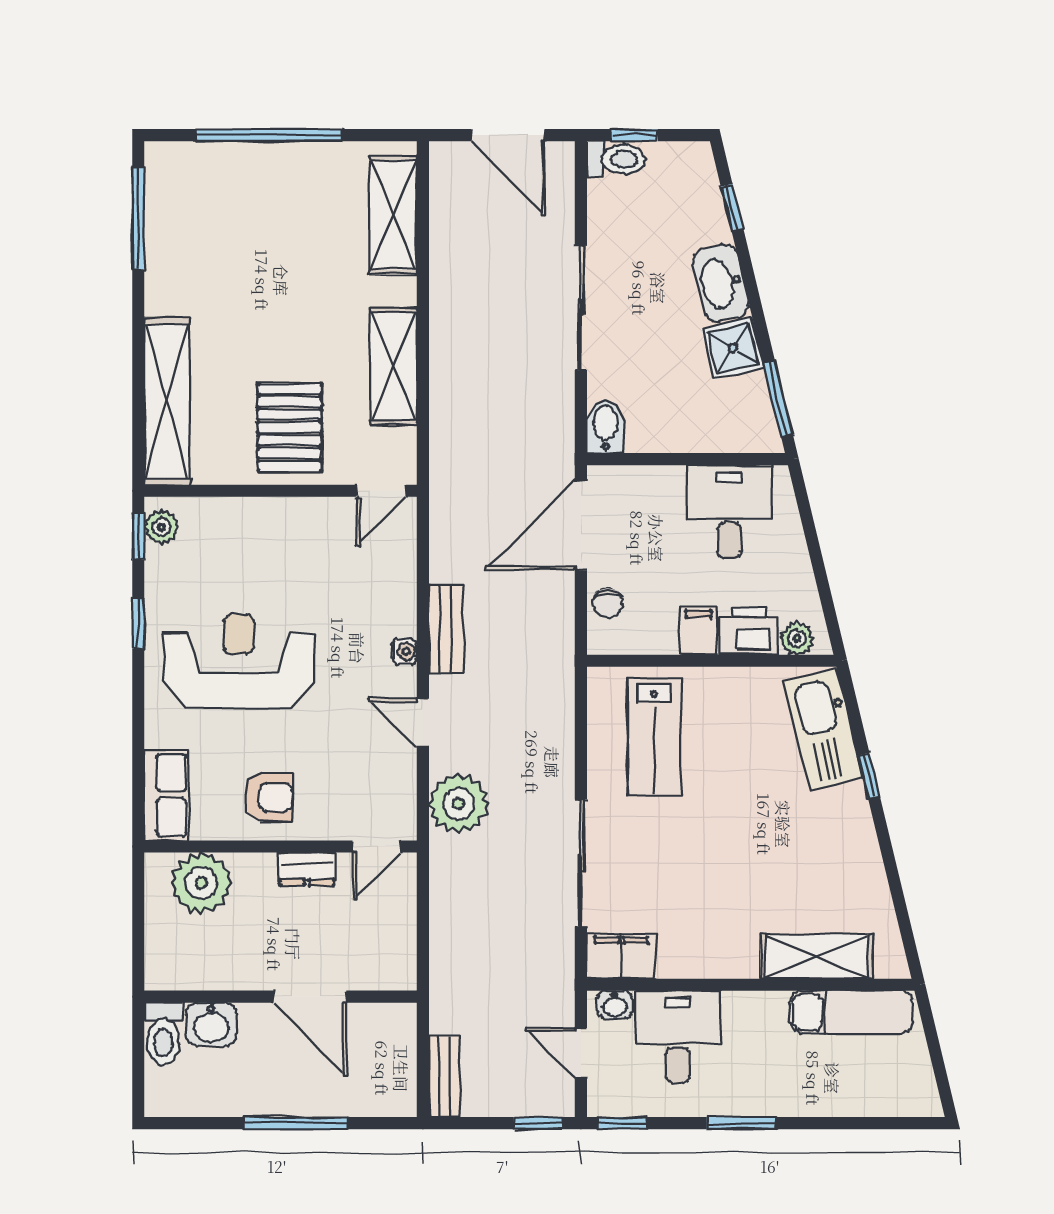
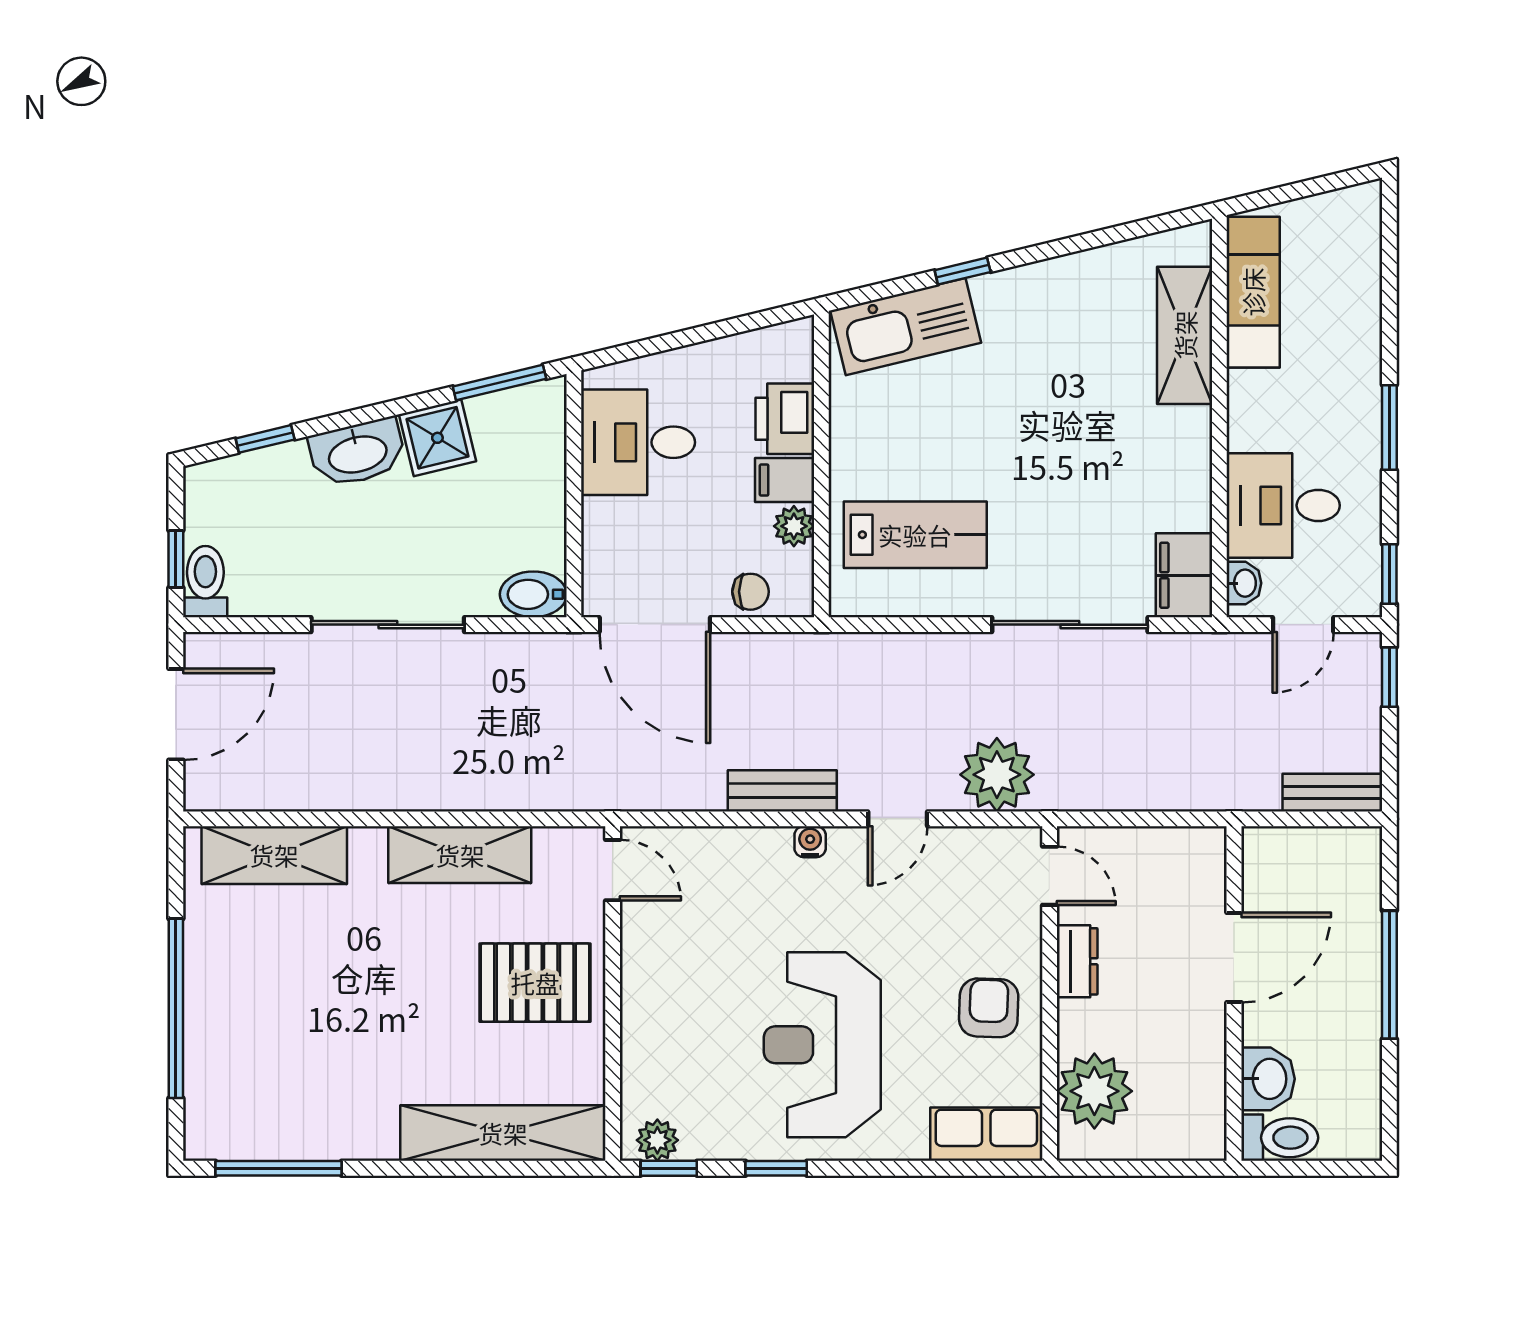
plant: (797, 638) -> (794, 526), moved

